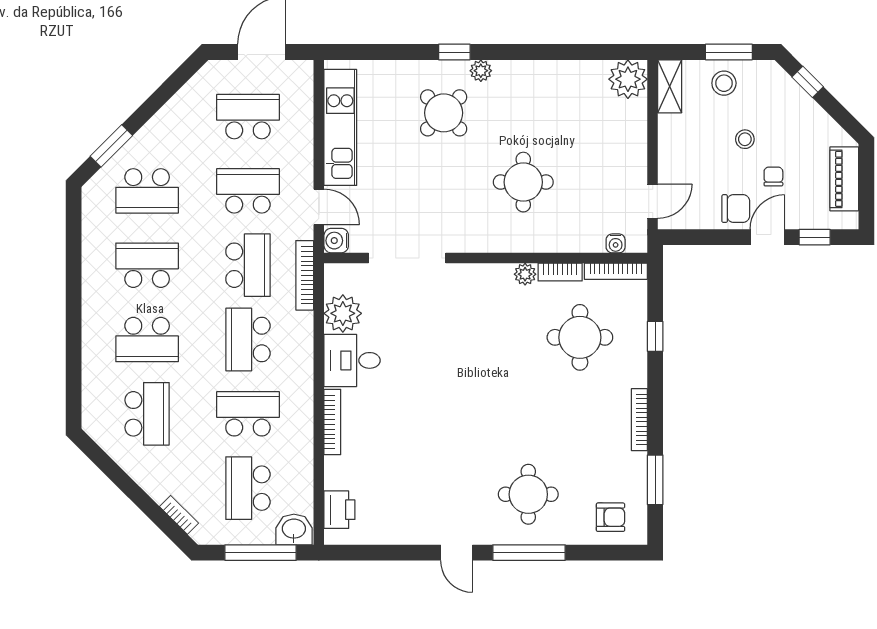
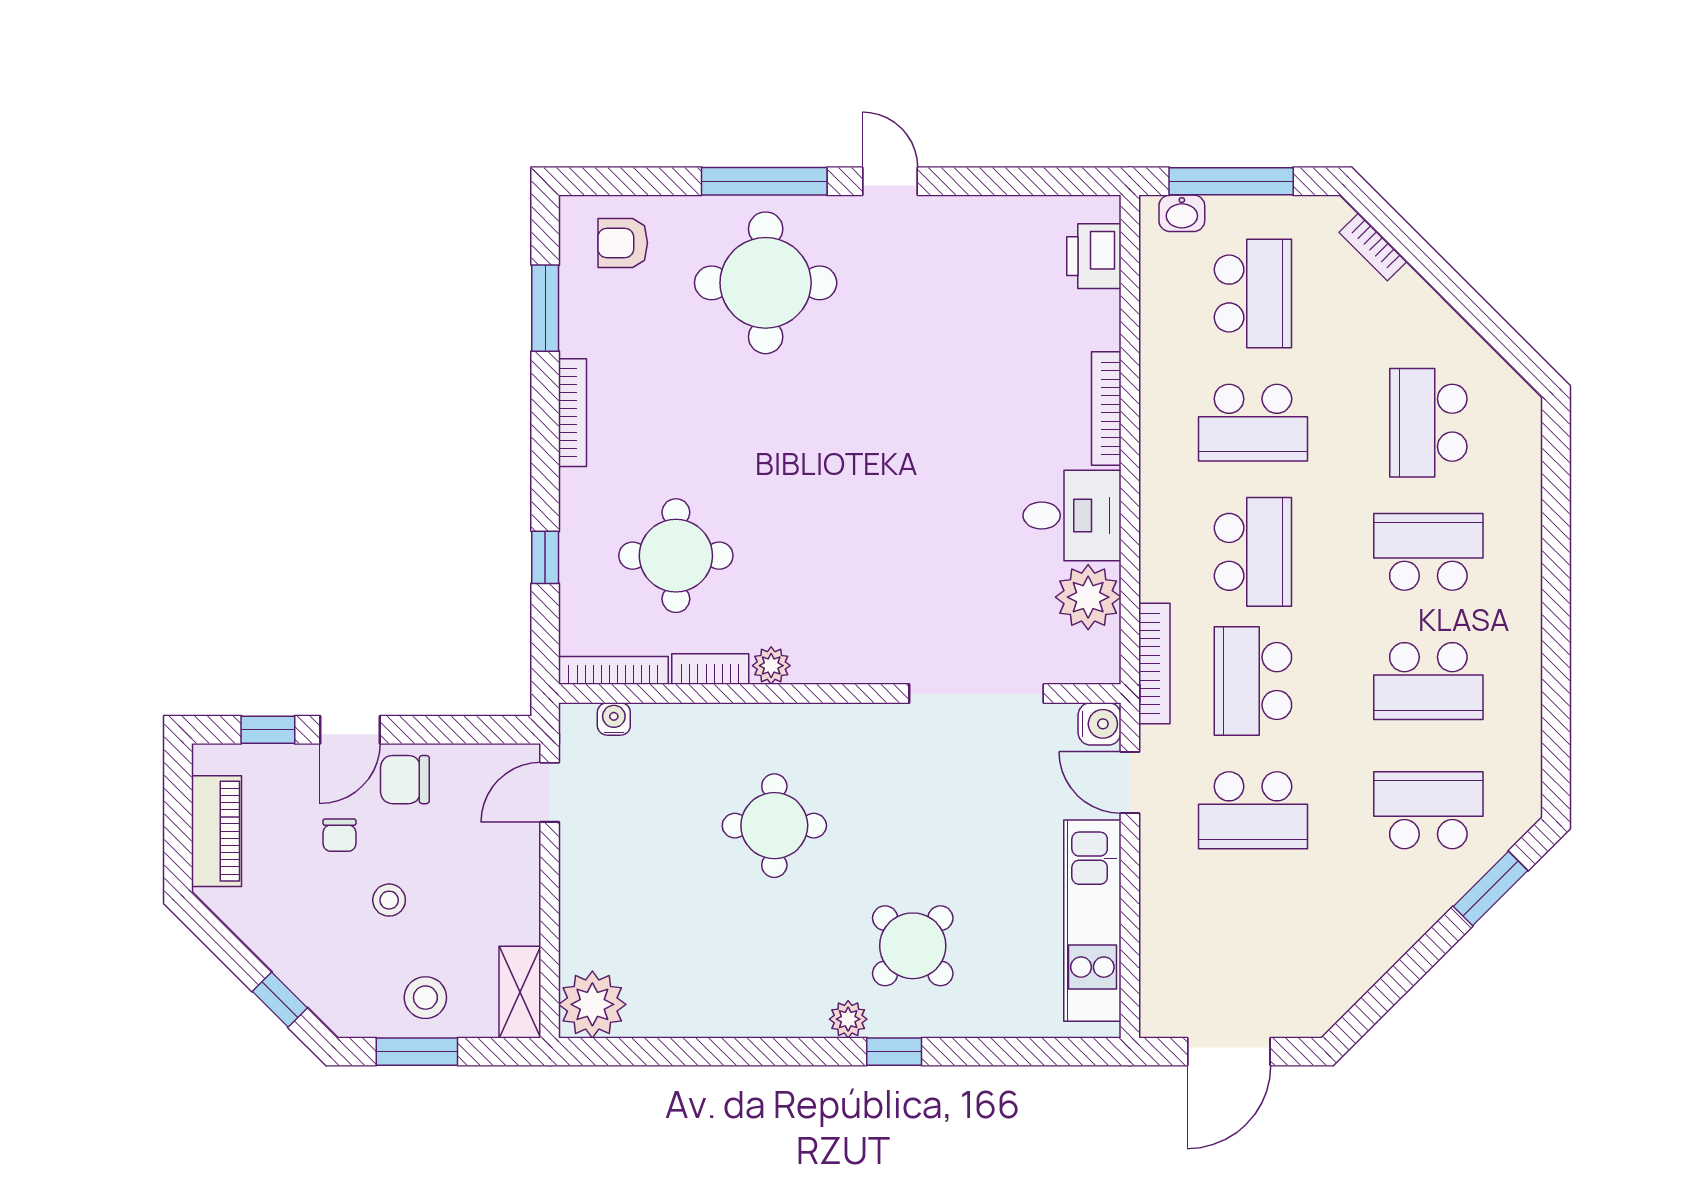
school desk: (248, 117) -> (1253, 939), removed
round table: (528, 494) -> (766, 283), width x1.36, depth x1.36
washbasin: (294, 530) -> (1182, 213), width x0.72, depth x0.69

